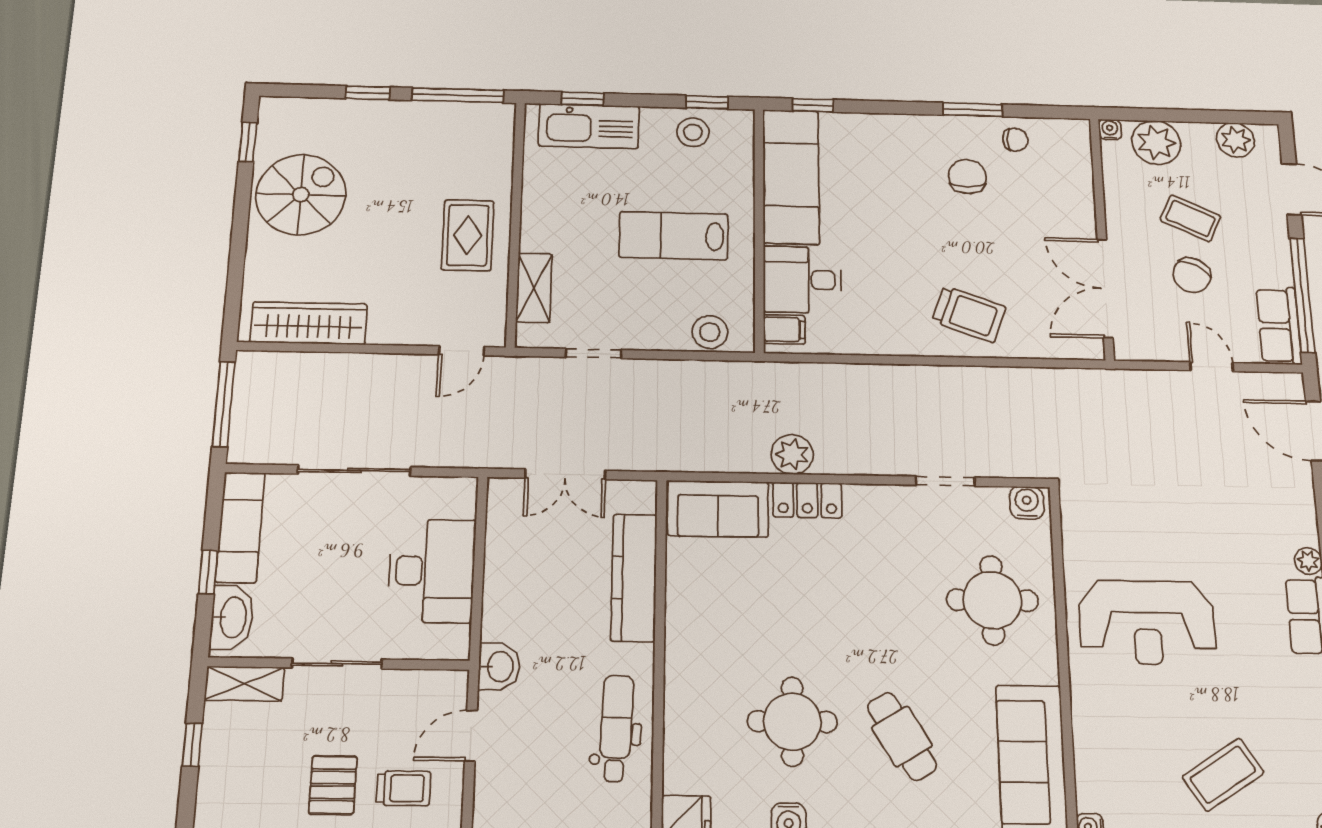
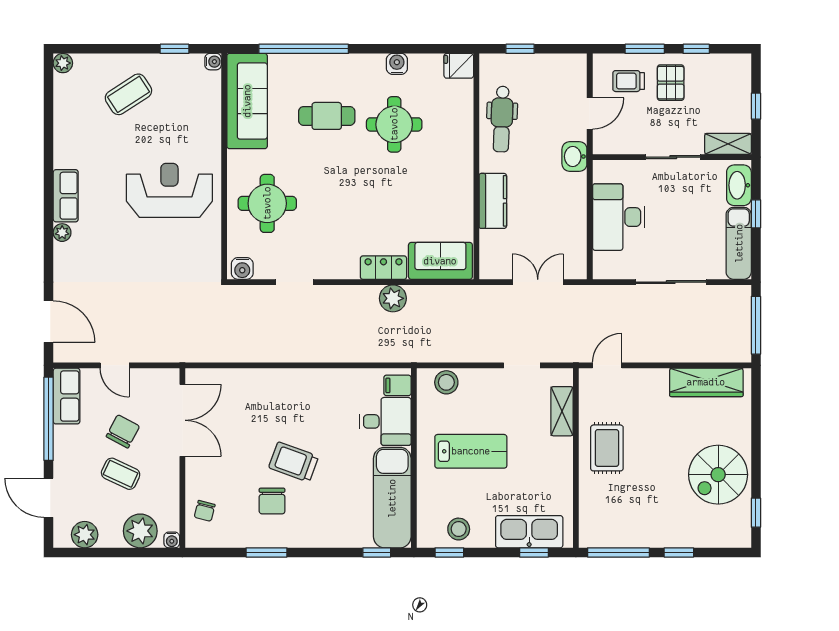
chair: (1015, 140) -> (205, 511), moved, turned -76
trolley: (969, 314) -> (294, 462), moved
kitchen counter: (634, 577) -> (493, 201), width x0.67
cafe table: (902, 736) -> (327, 116), turned -59

